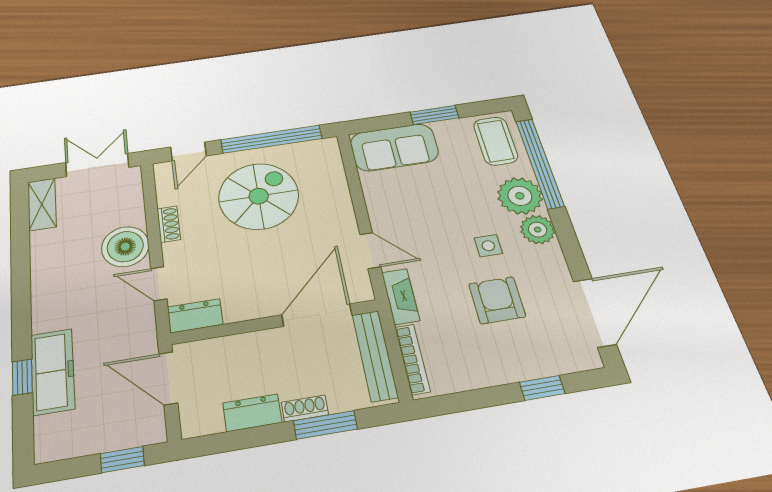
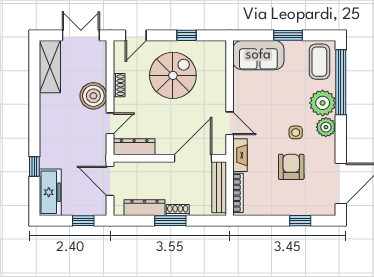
window: (271, 139) -> (187, 35), width x0.32
shelving: (42, 204) -> (50, 67), width x1.50, depth x1.33
door: (159, 284) -> (110, 123), swing flipped
dresser: (195, 316) -> (134, 147), width x1.44
freezer: (53, 371) -> (50, 192), moved
dresser: (252, 413) -> (145, 208), width x1.44
window: (325, 425) -> (170, 221), moved

